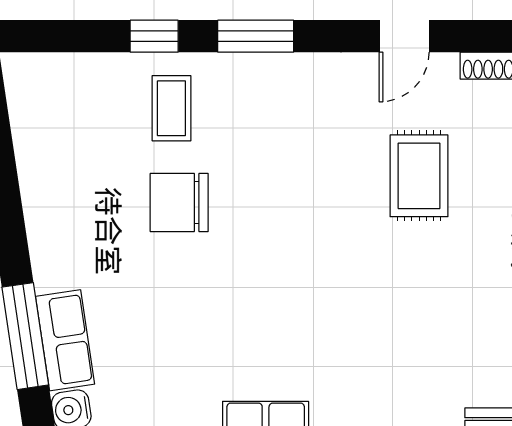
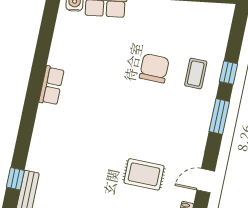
door: (404, 36) -> (206, 181), hinge flipped
coffee table: (171, 108) -> (196, 73), turned 90

